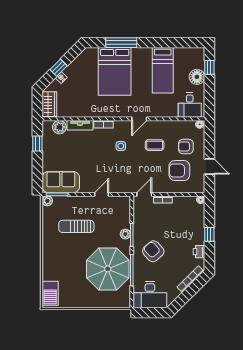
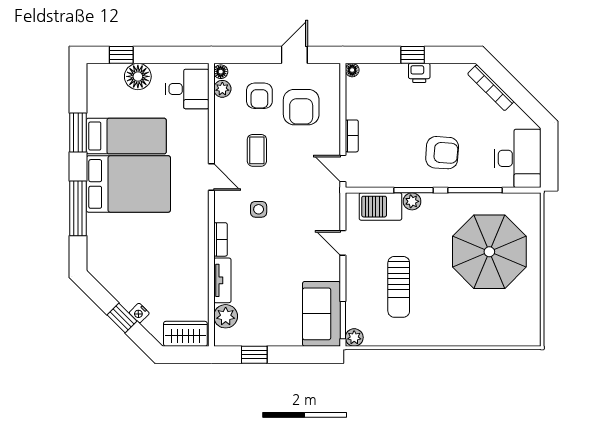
window: (165, 43) -> (78, 132), added
bed: (115, 71) -> (128, 184), moved
plant: (190, 125) -> (222, 89), added
armchair: (153, 251) -> (442, 153), turned -134
printer: (199, 252) -> (419, 73), moved
parasol: (108, 269) -> (489, 252), moved
barbecue: (50, 293) -> (380, 207), moved, turned 180

